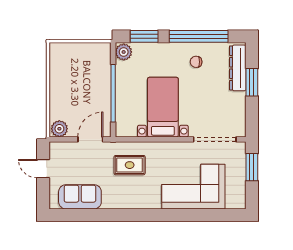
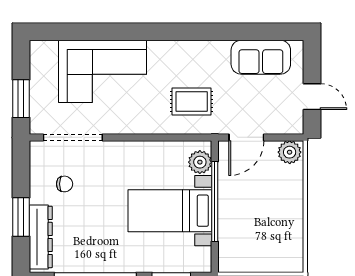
plant: (124, 52) -> (200, 162), moved
chair: (196, 62) -> (65, 184), moved
bed with nightstands: (163, 107) -> (170, 211), moved, turned 90

